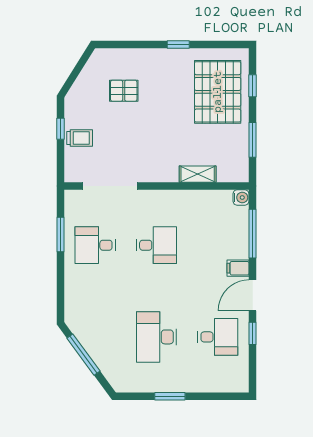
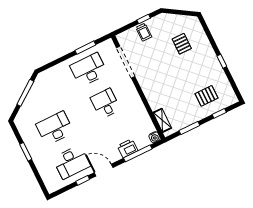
pallet: (218, 92) -> (206, 96), width x0.49, depth x0.50
shelving: (198, 174) -> (162, 120), moved
desk: (95, 245) -> (89, 70), width x1.37
desk: (156, 245) -> (105, 104), turned 180
printer: (238, 245) -> (127, 148), added
filing cabinet: (238, 268) -> (115, 155), removed
desk: (218, 337) -> (71, 162), width x1.37

